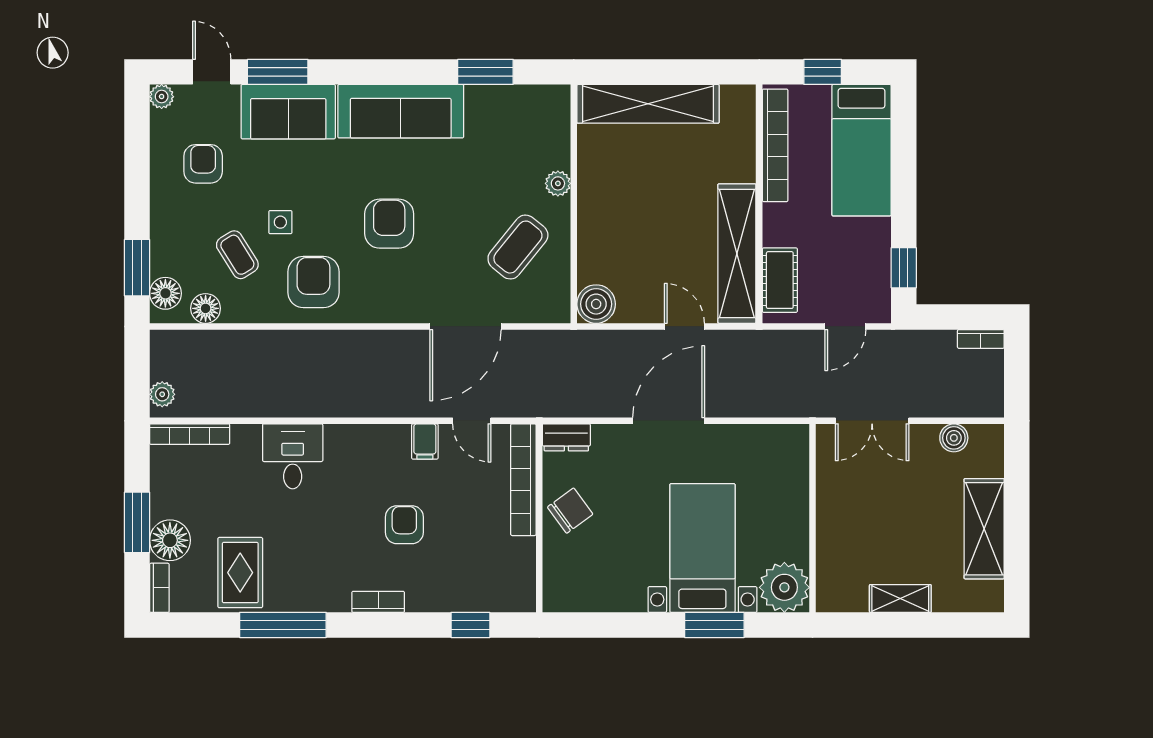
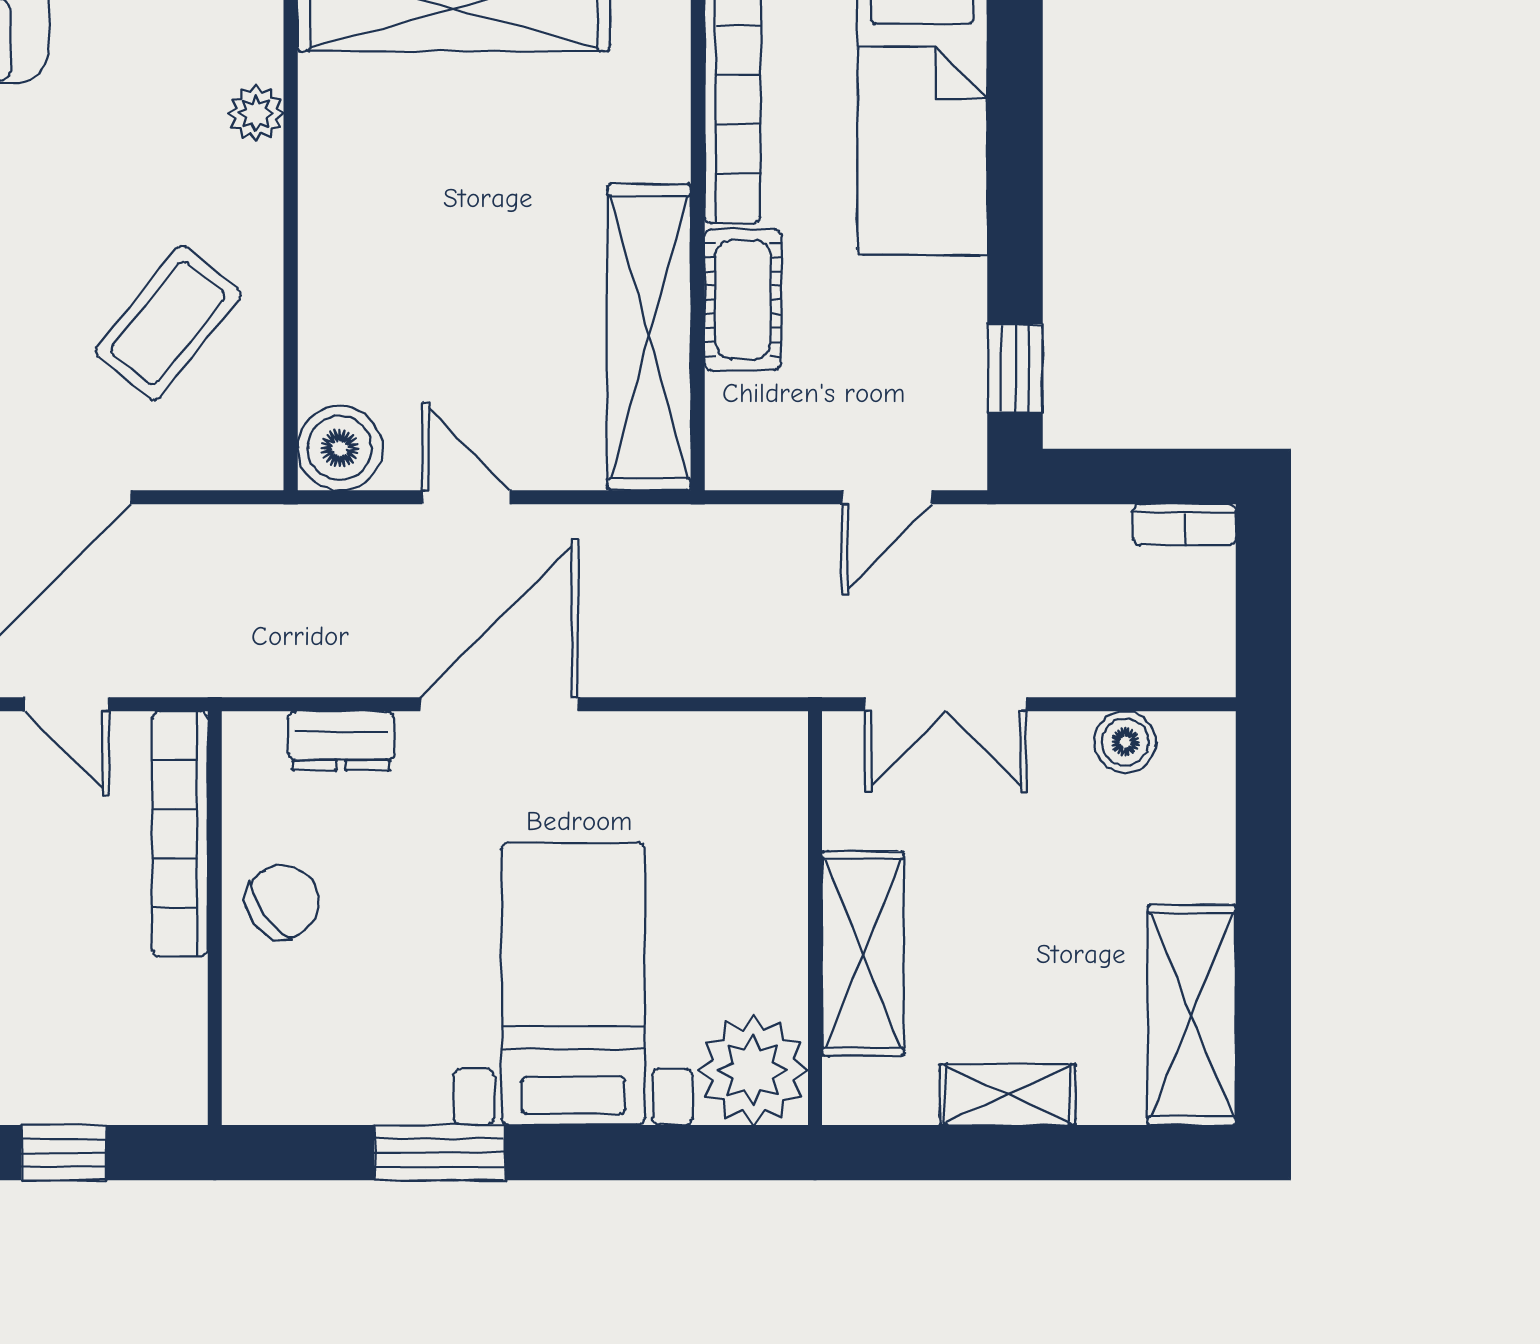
plant: (558, 183) -> (256, 113), moved
cot: (780, 280) -> (743, 300), moved
door: (684, 326) -> (466, 497), moved
dresser: (566, 437) -> (341, 741), moved
shelving: (984, 529) -> (1192, 1015), moved
shelving: (834, 534) -> (863, 953), added
window: (714, 625) -> (439, 1153), moved

